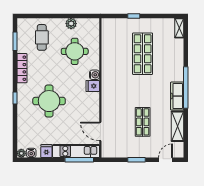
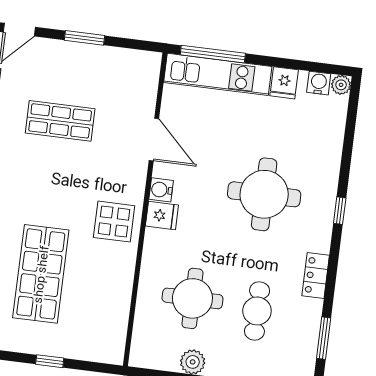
cafe table: (42, 37) -> (257, 311), moved
locker: (22, 68) -> (316, 276), width x0.66
water cooler: (94, 75) -> (161, 190), moved
display table: (113, 81) -> (114, 222), added
shop shelf: (143, 122) -> (60, 121), turned 90
door: (100, 131) -> (154, 140), moved

